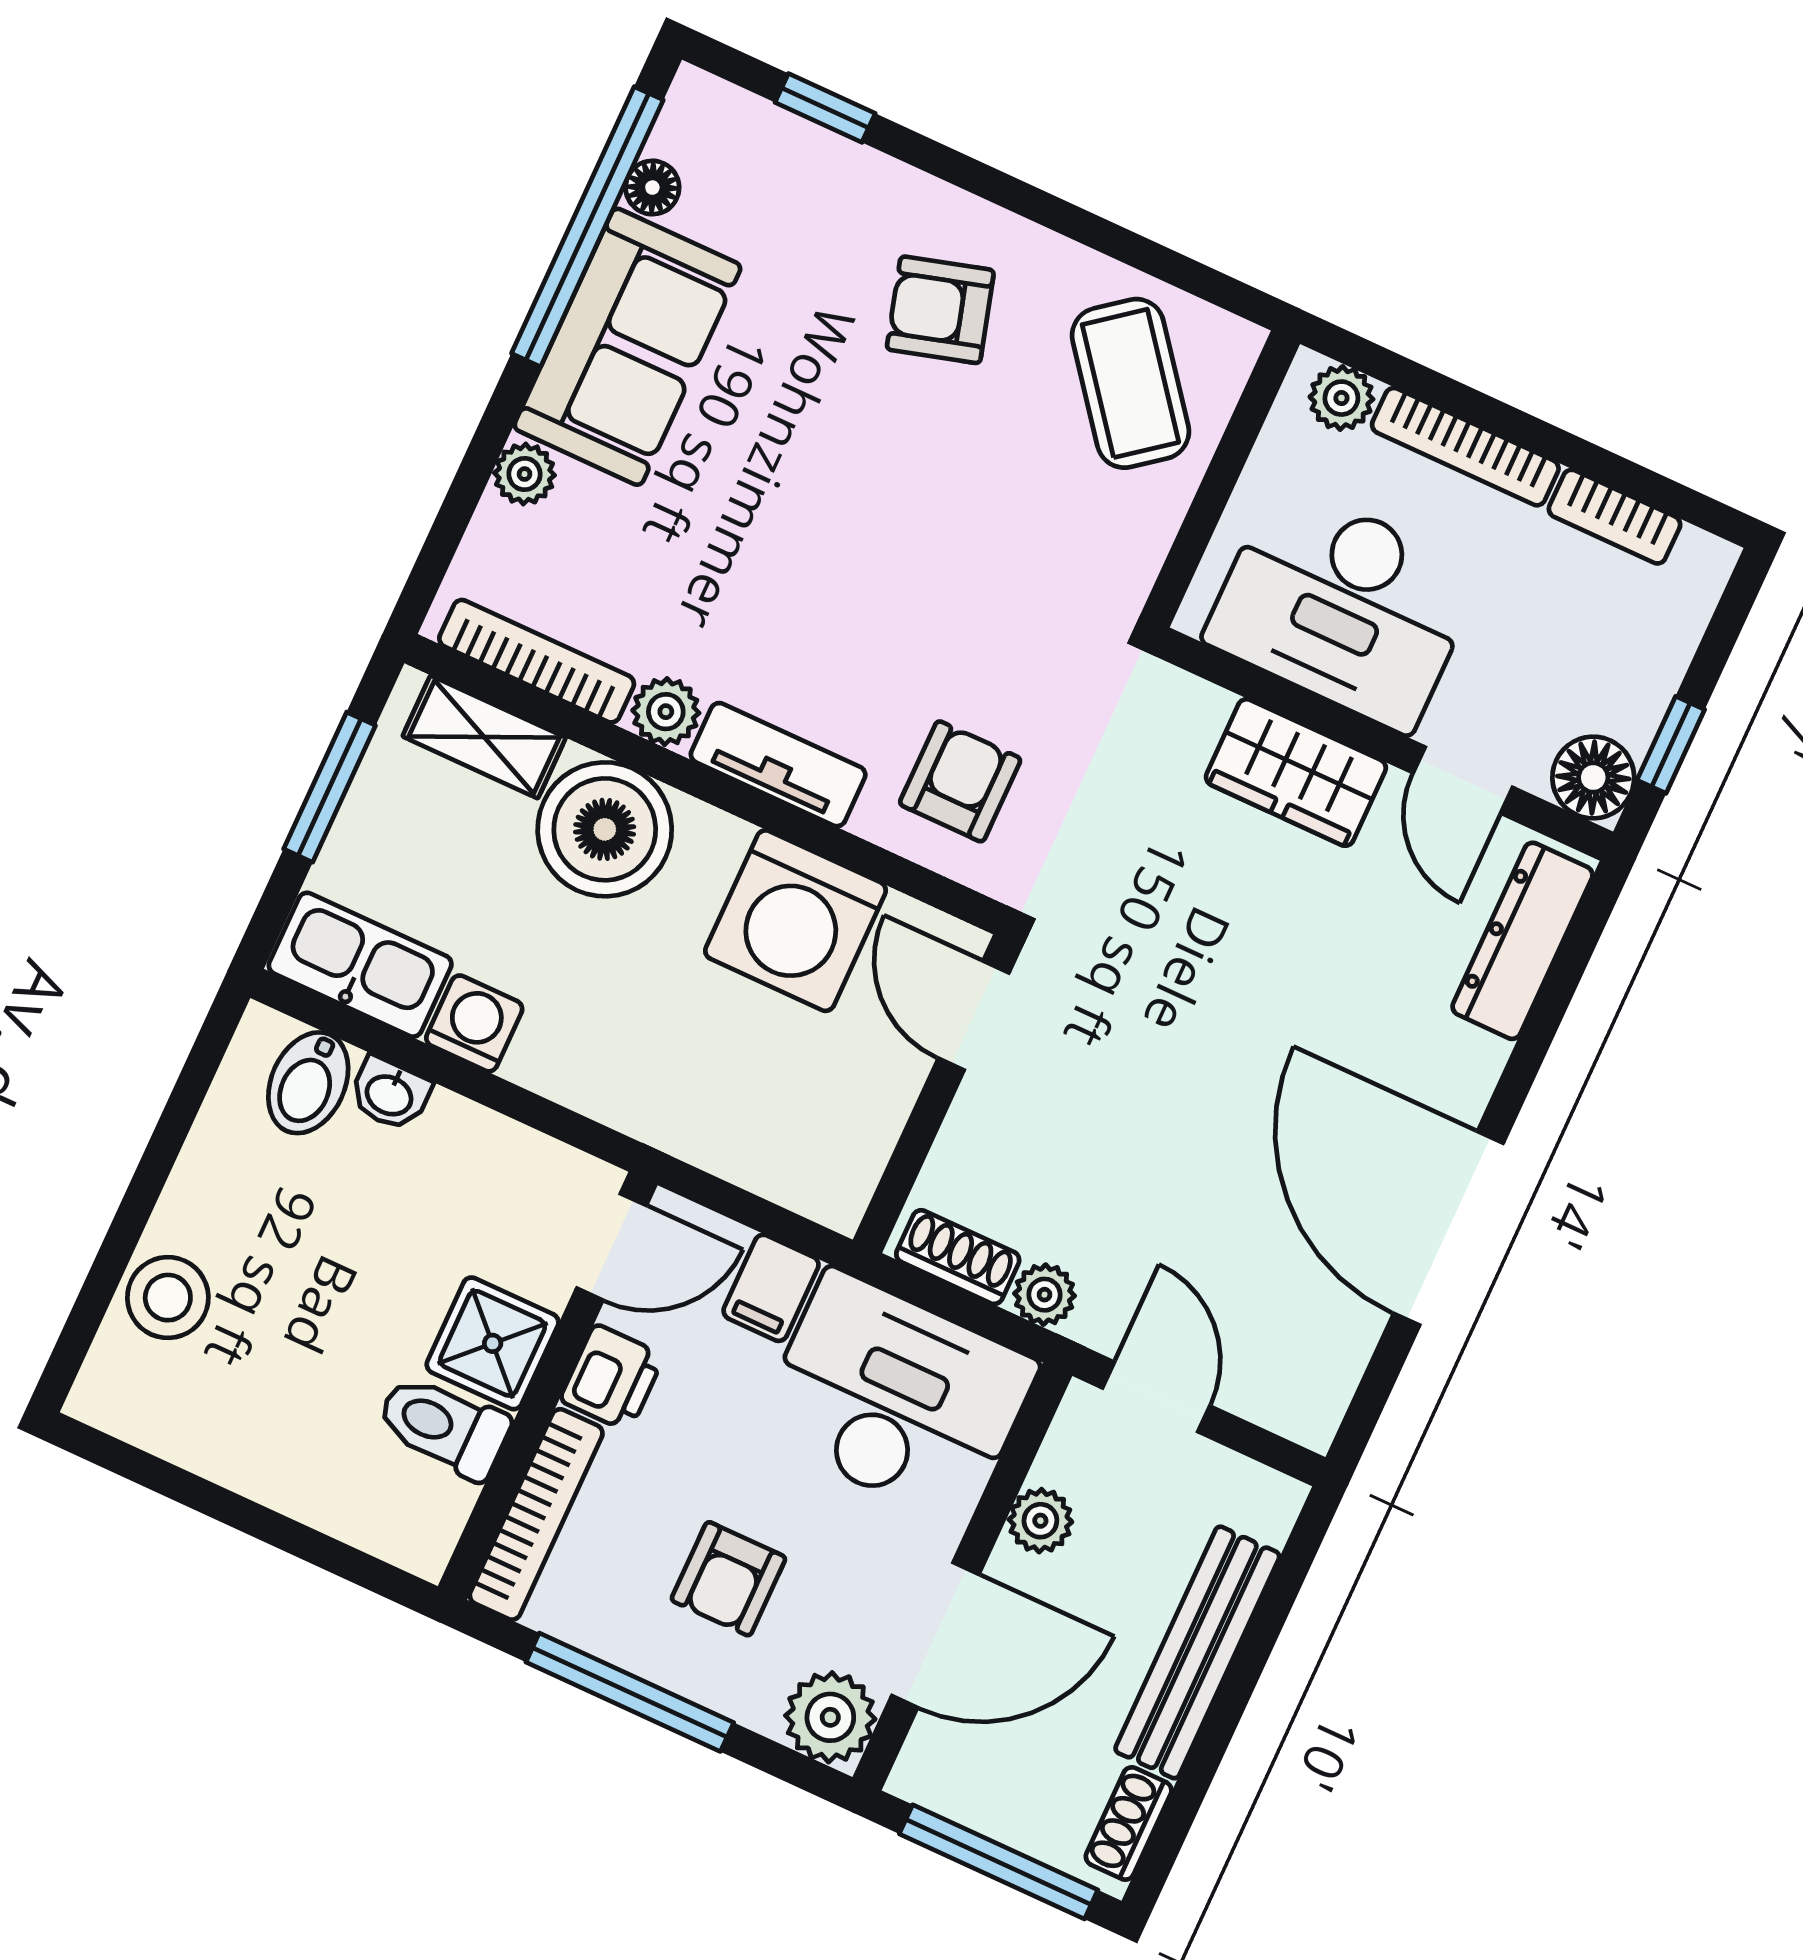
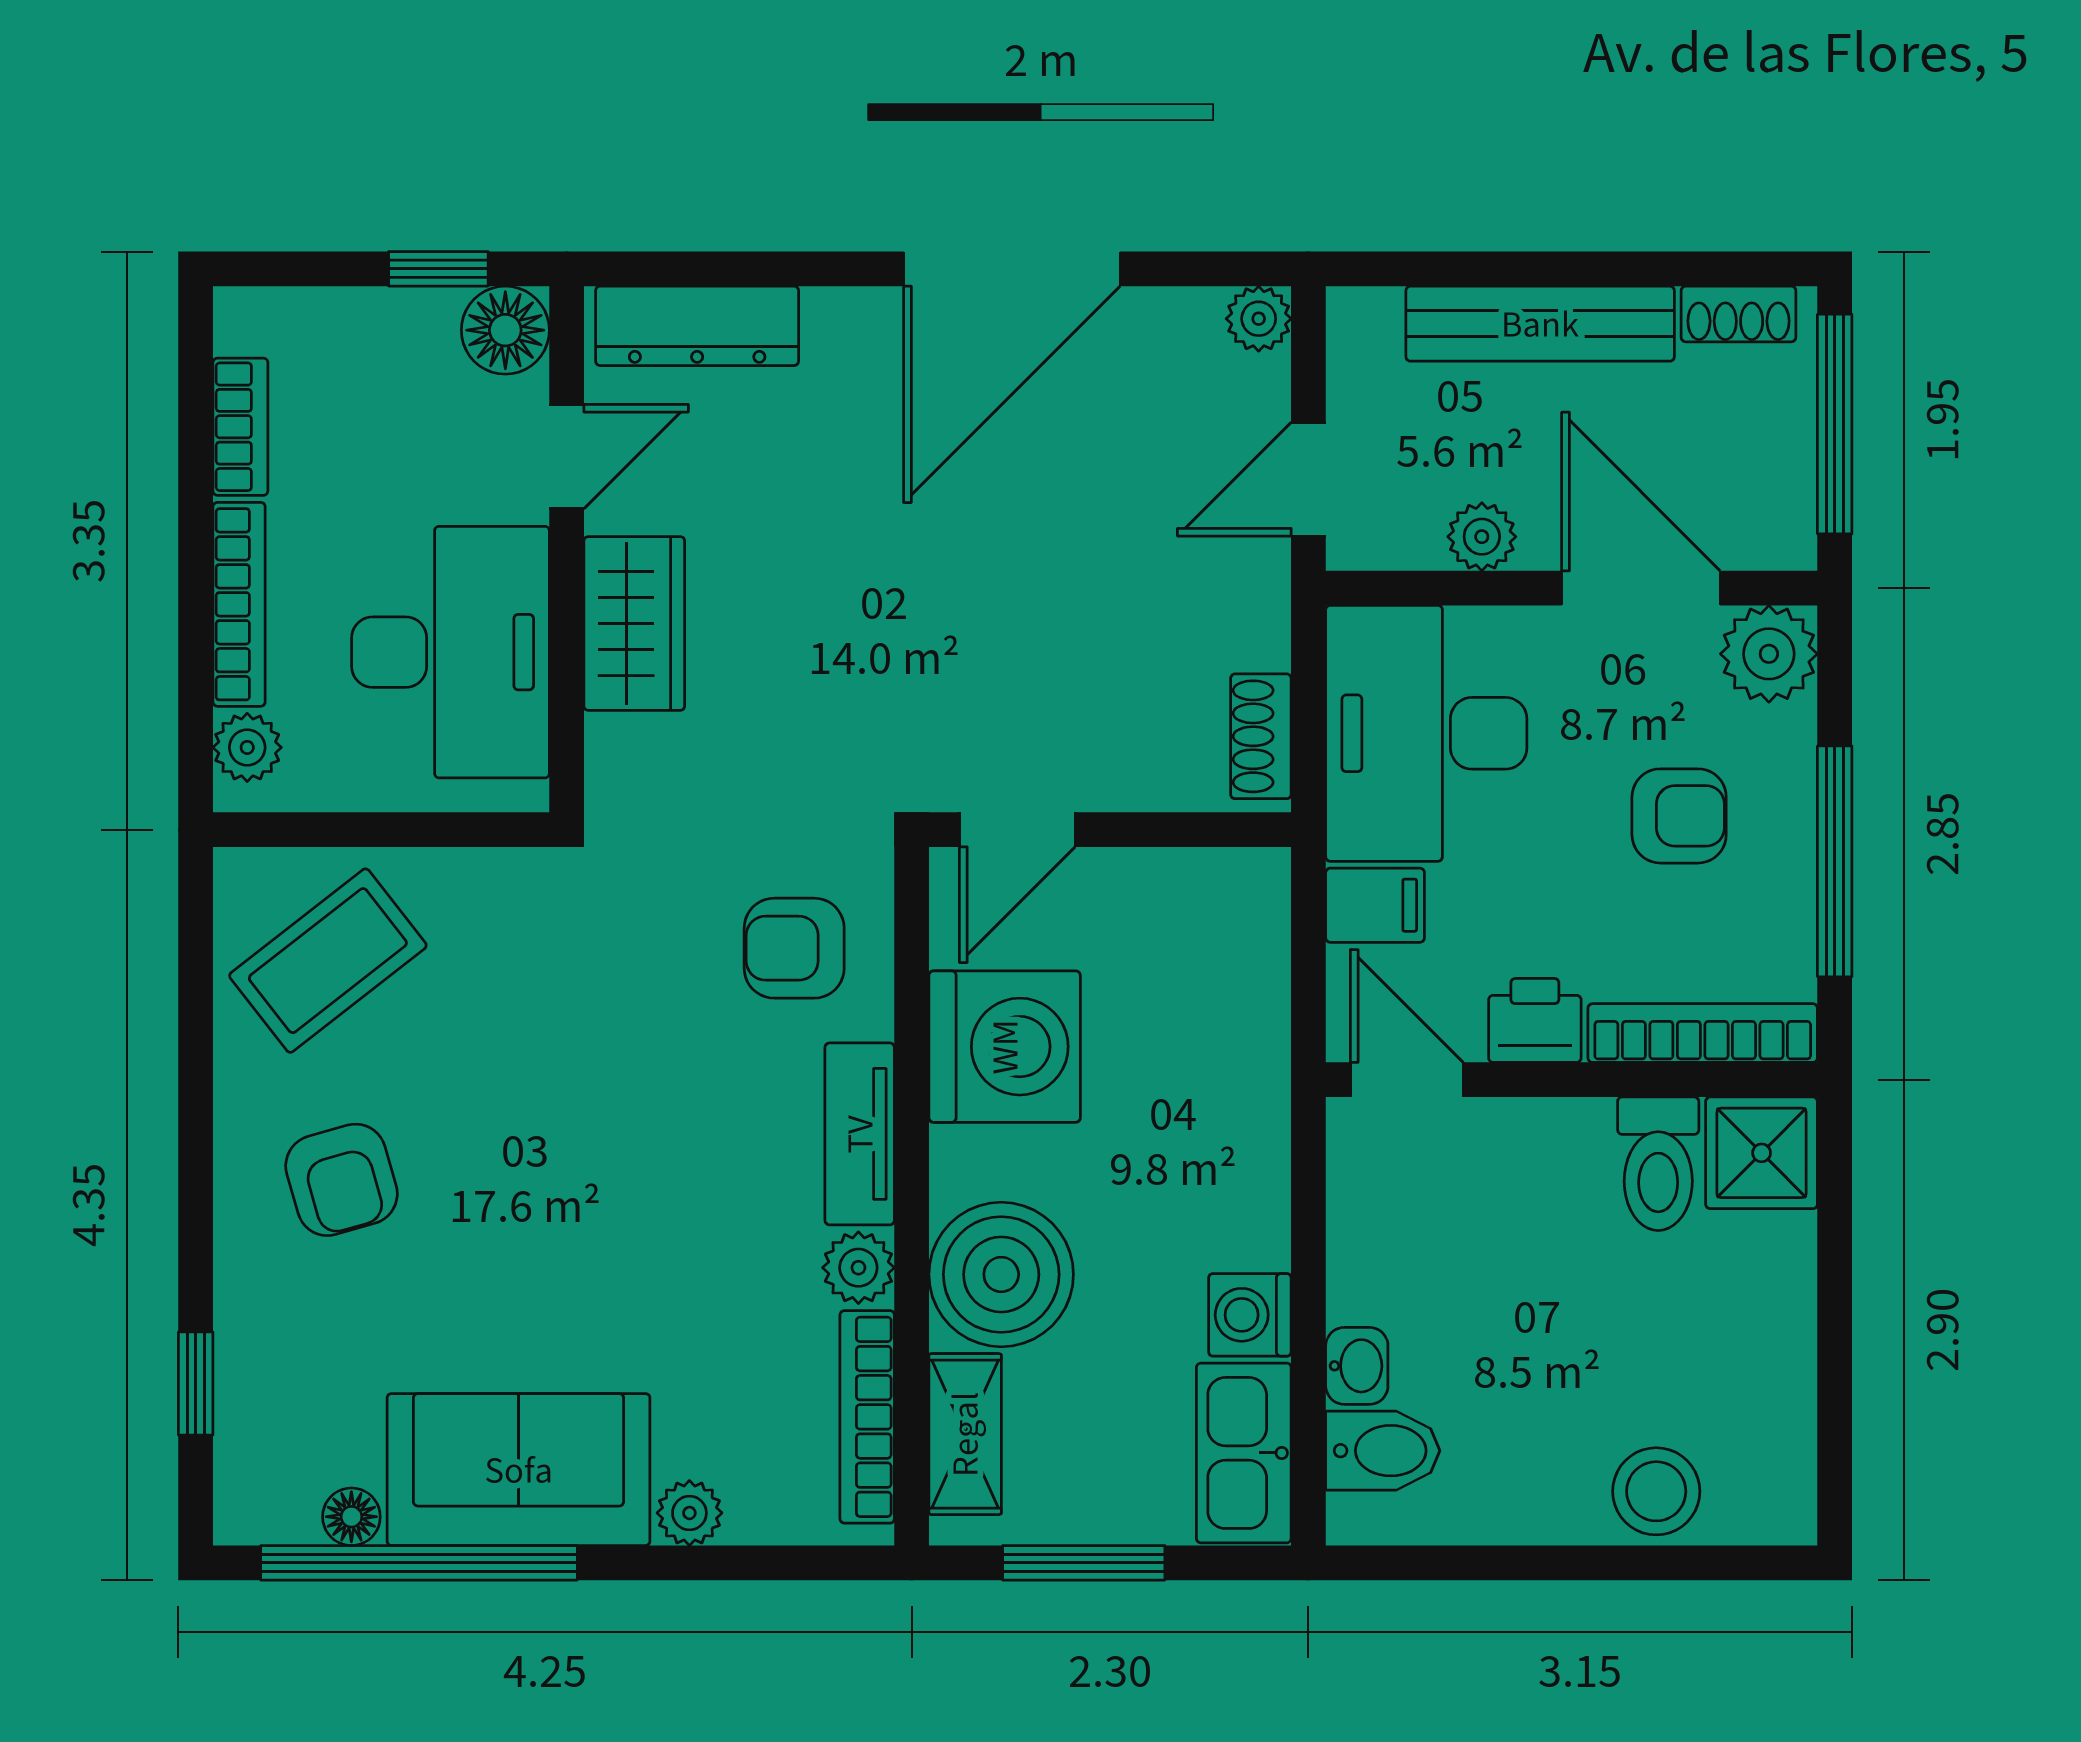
plant: (1045, 1295) -> (1259, 319), moved
shower: (493, 1343) -> (1762, 1153), moved

